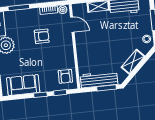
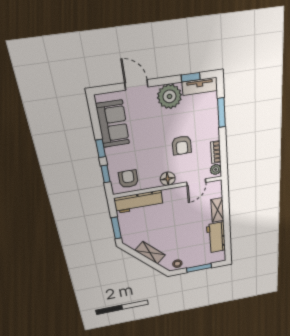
floor lamp: (68, 47) -> (168, 179), added
armchair: (65, 76) -> (128, 179), turned 90
workbench: (99, 80) -> (139, 202), moved, turned 90

